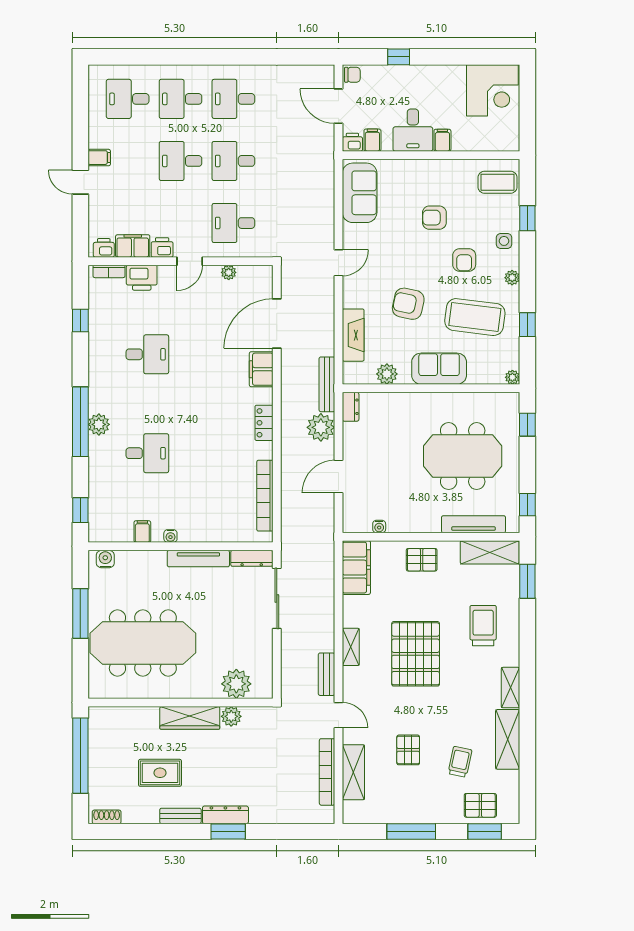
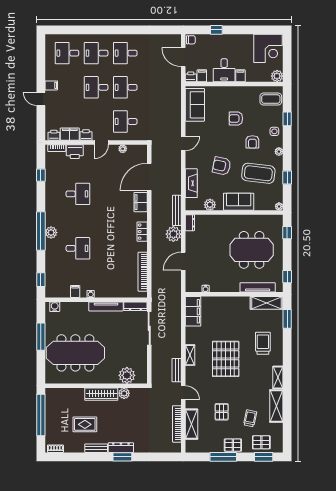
plant: (509, 141) -> (277, 76), added
pallet: (422, 560) -> (233, 445), moved

